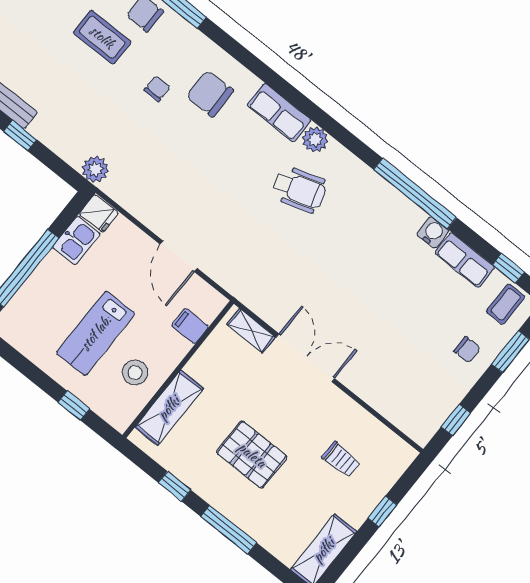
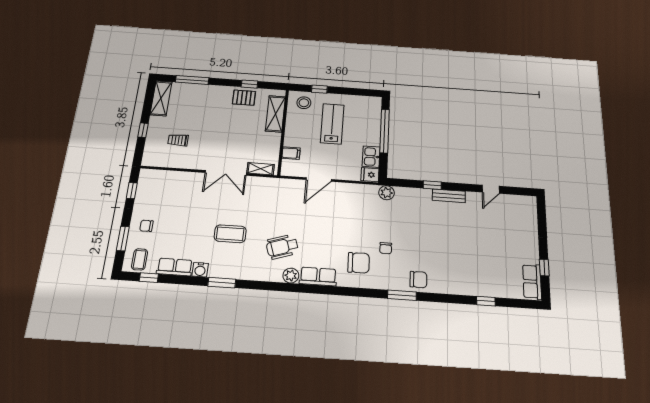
coffee table: (102, 37) -> (230, 234), moved
window: (415, 194) -> (222, 283), width x0.47
door: (179, 256) -> (319, 180), swing flipped
stool: (135, 372) -> (304, 103), moved
pallet: (252, 455) -> (244, 98), moved, width x0.67, depth x0.71
window: (229, 530) -> (192, 80), moved

